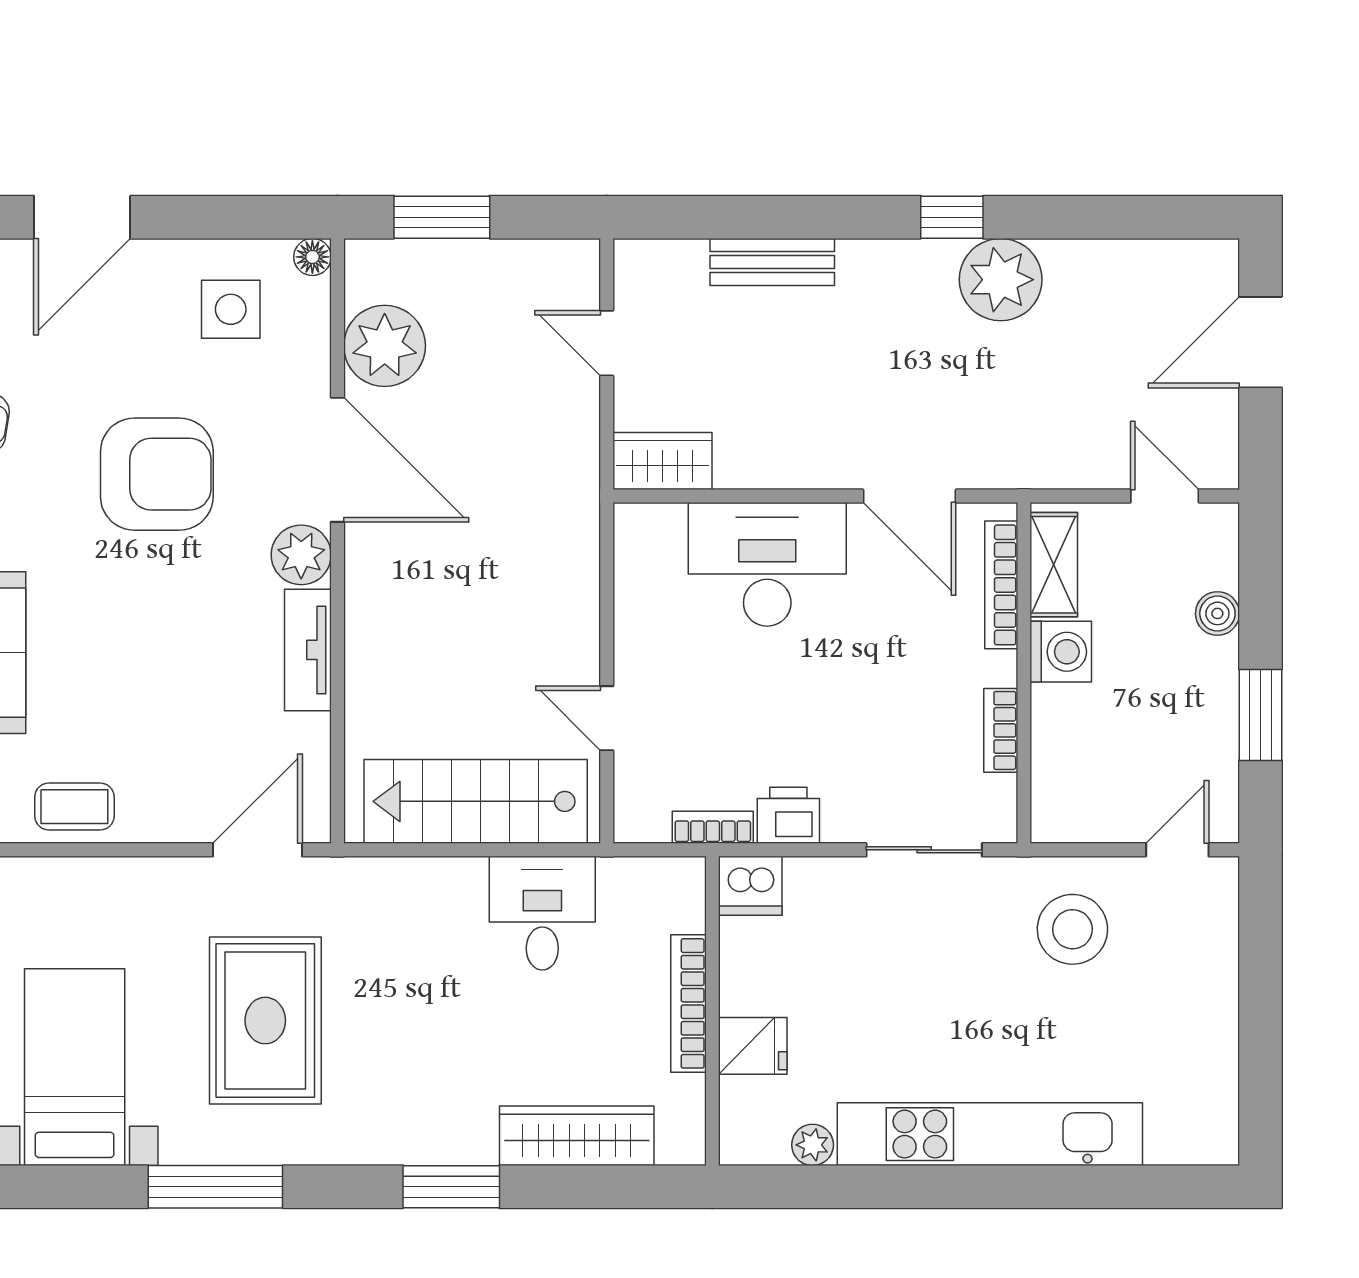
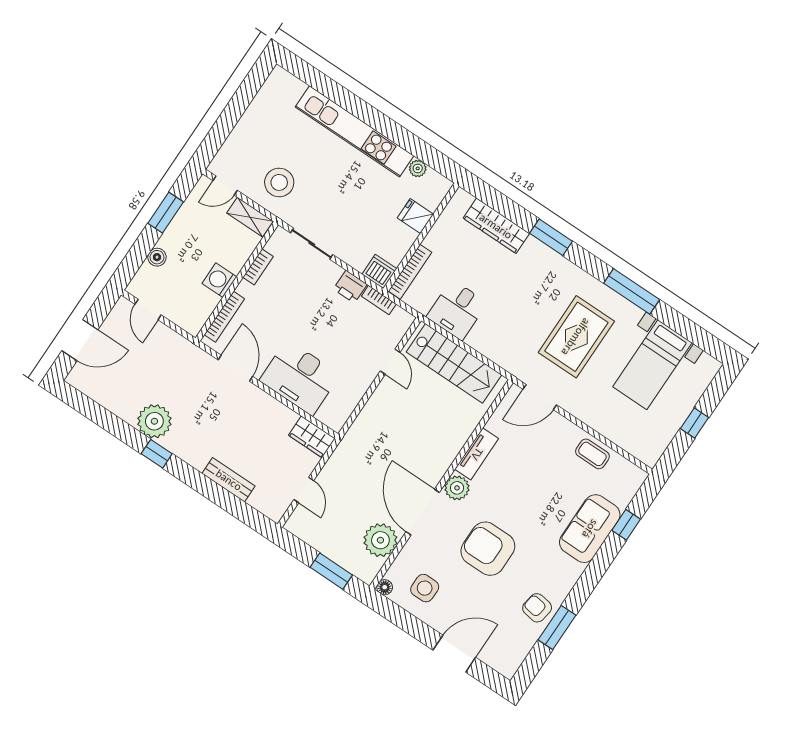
shelving: (1054, 565) -> (250, 217), moved, turned 90
bookcase: (688, 1003) -> (410, 272), moved

